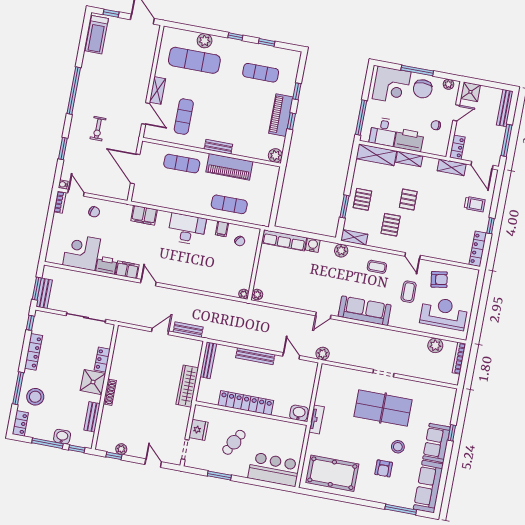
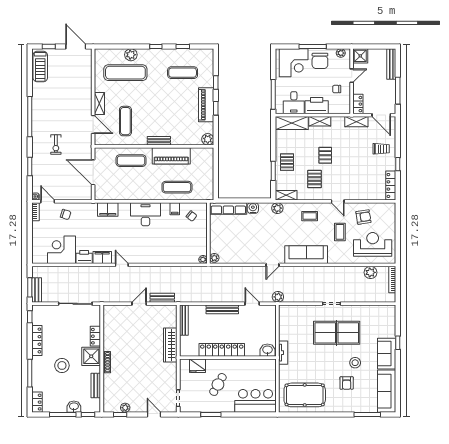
stool: (35, 397) -> (62, 365), moved
fridge: (198, 430) -> (198, 366), moved, turned 90

